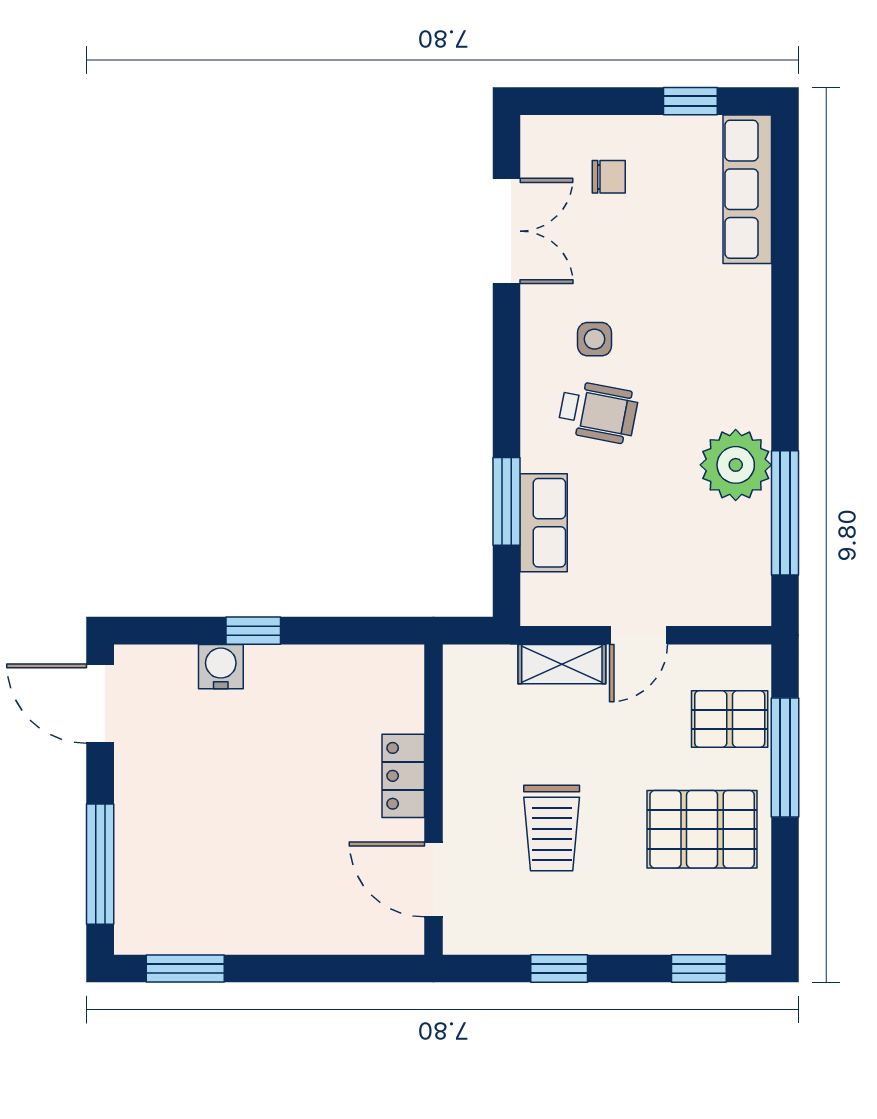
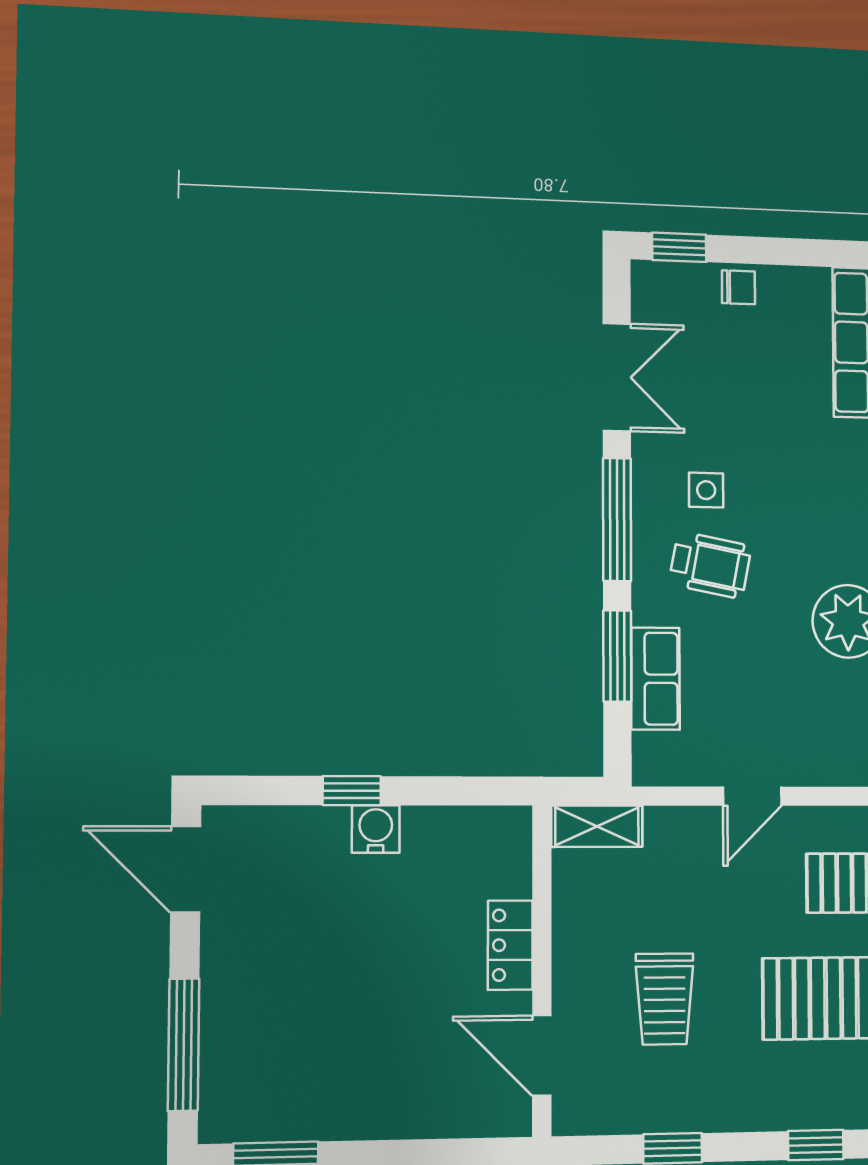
window: (690, 101) -> (679, 247), moved
chair: (609, 177) -> (738, 287), moved
window: (507, 370) -> (617, 520), added
shelving: (562, 664) -> (597, 826), moved
water cooler: (221, 667) -> (376, 829), moved

